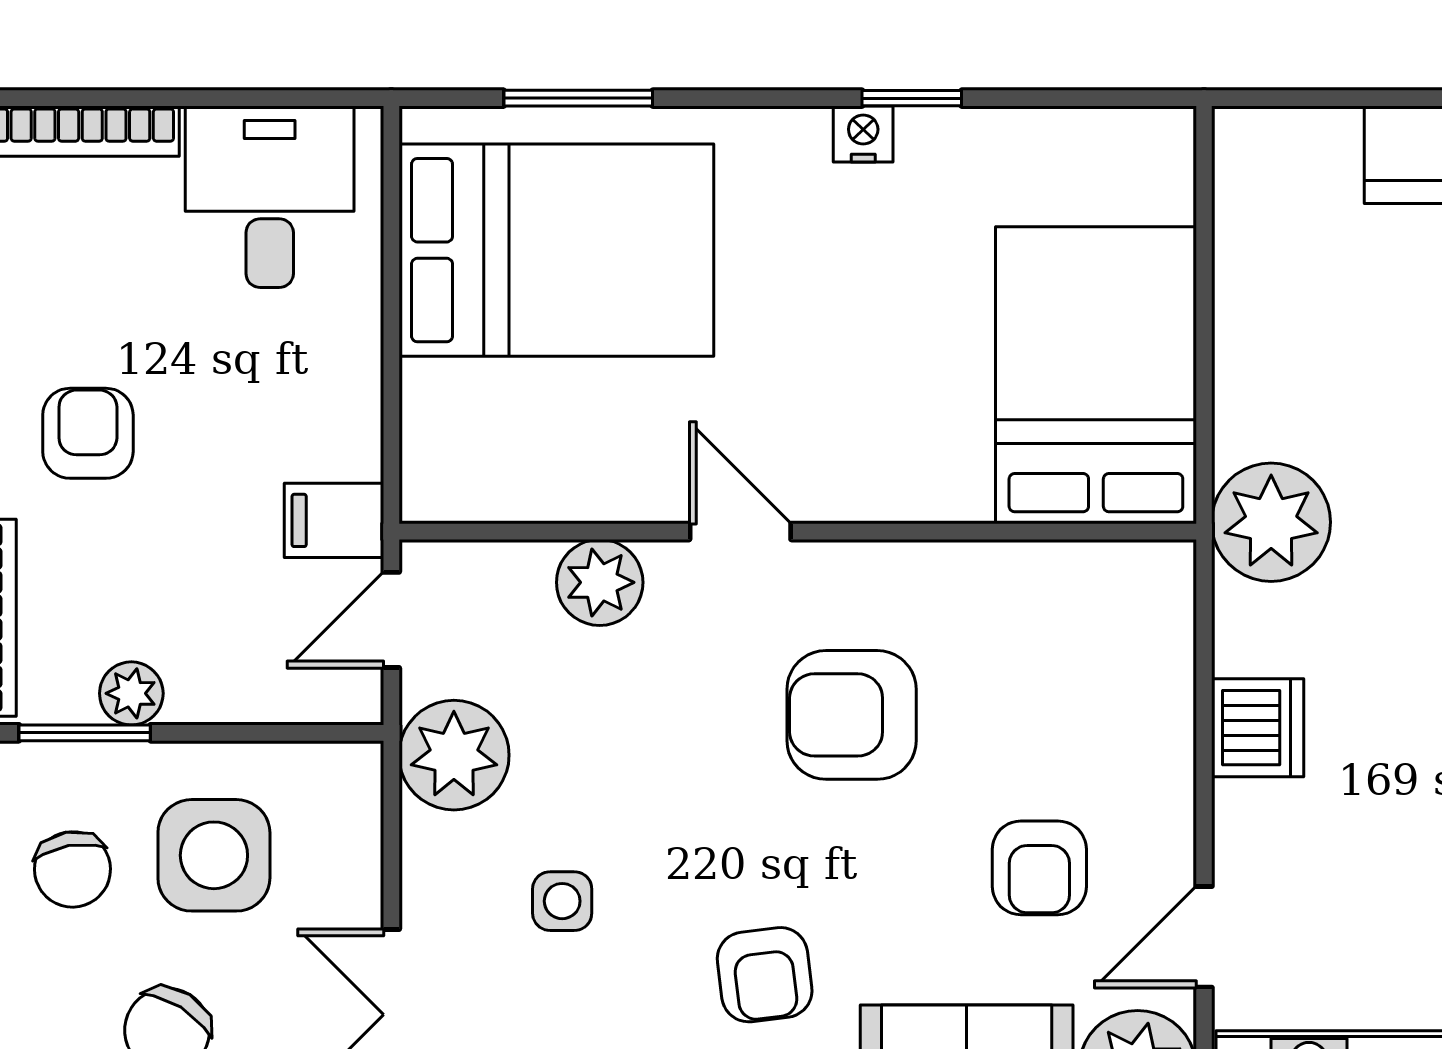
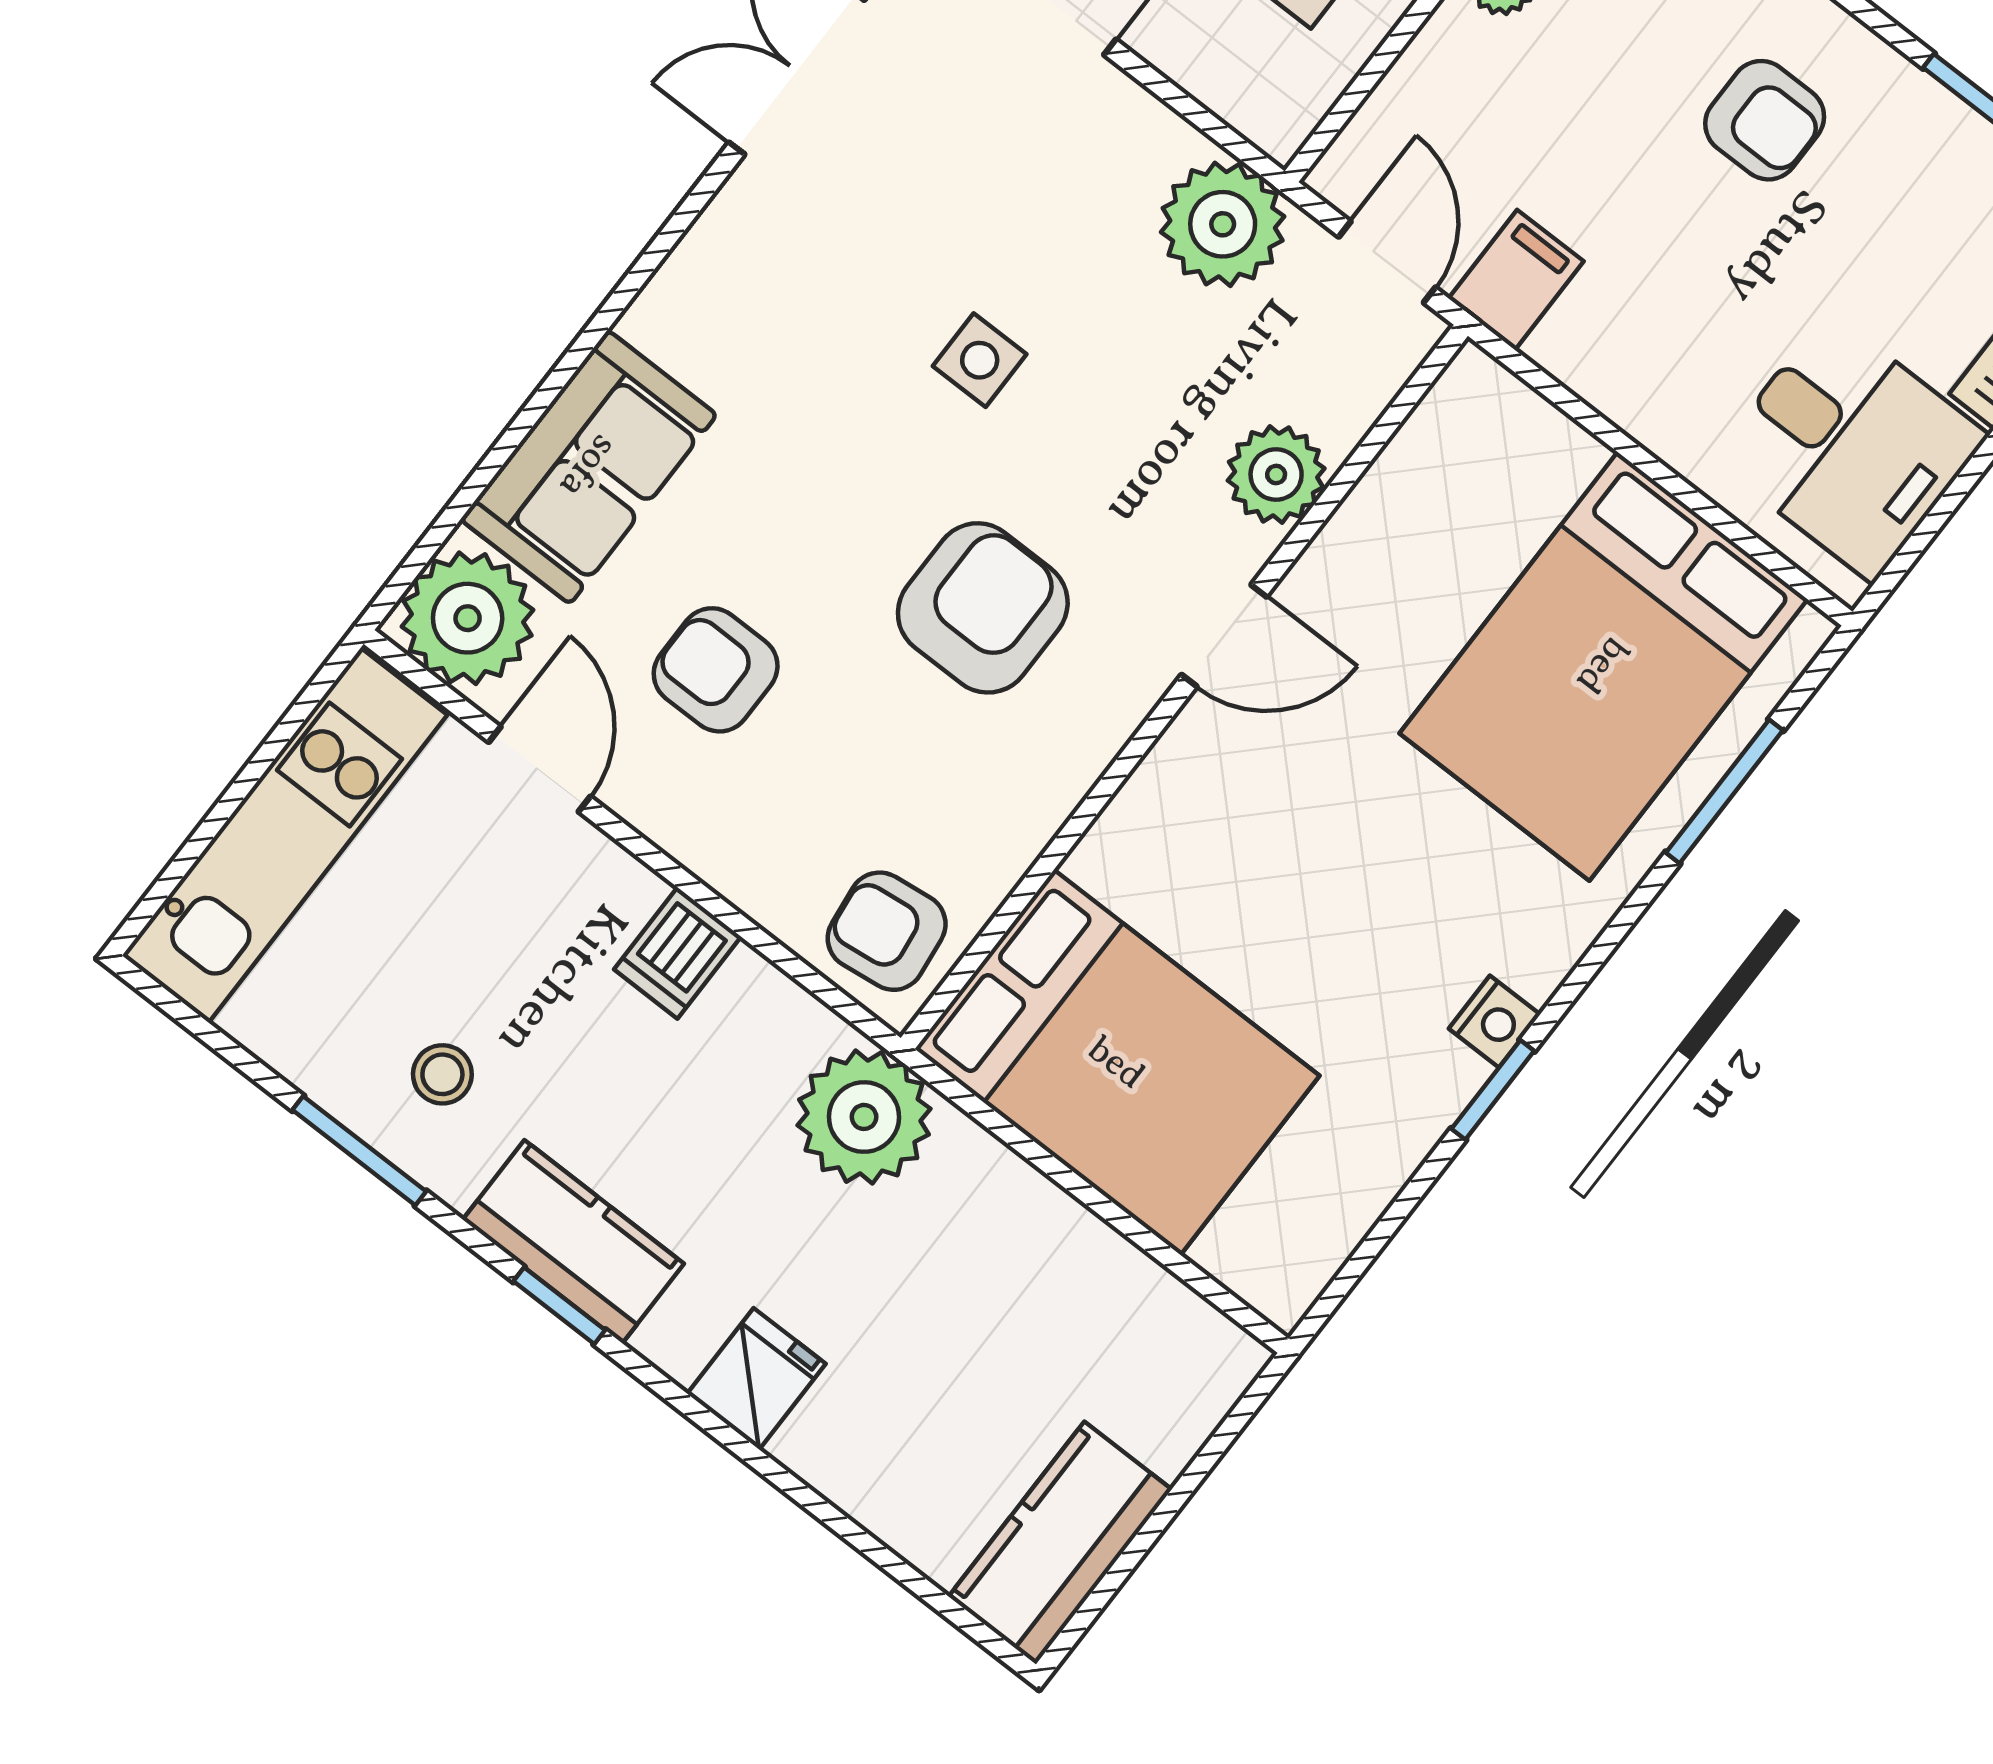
dishwasher: (1258, 728) -> (677, 953), width x0.73
side table: (562, 901) -> (980, 360), moved
armchair: (765, 975) -> (887, 931), moved

